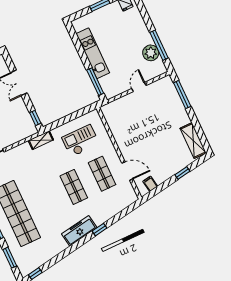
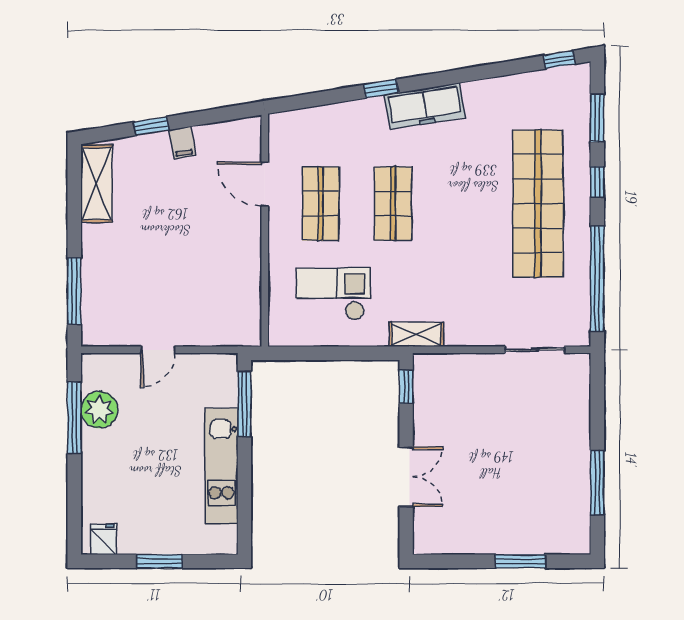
checkout: (81, 141) -> (333, 294), turned 180
filing cabinet: (150, 184) -> (182, 143), moved

